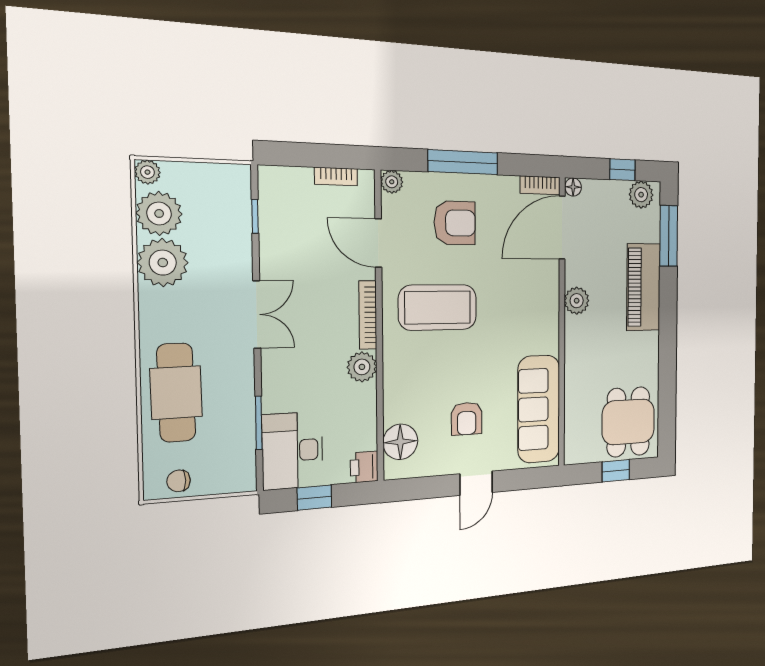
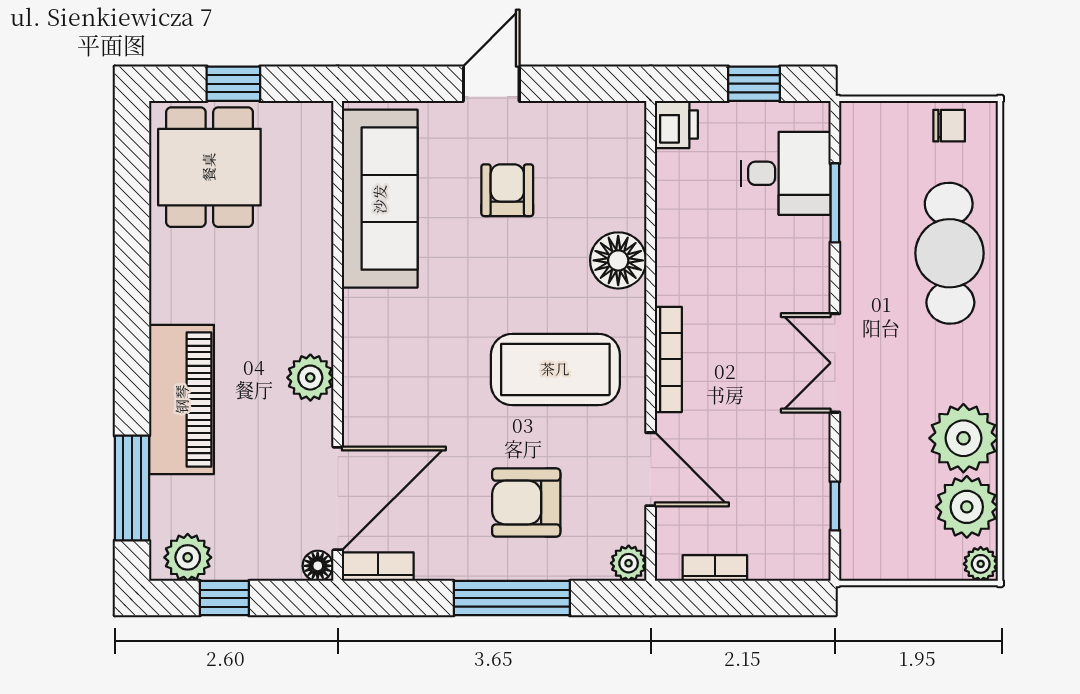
plant: (362, 367) -> (678, 280), removed
floor lamp: (400, 442) -> (618, 260), moved
desk: (293, 451) -> (786, 173), width x0.73

